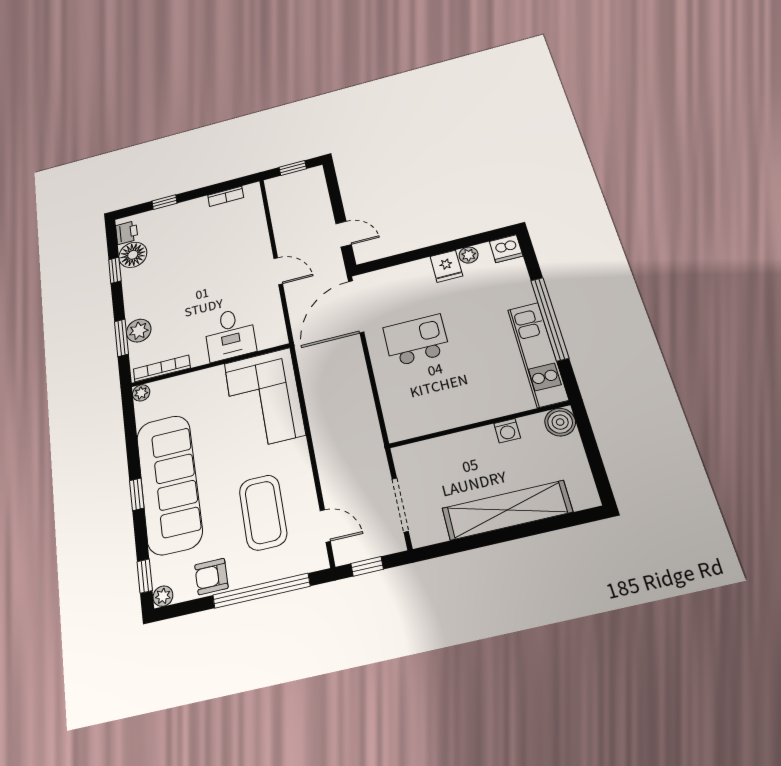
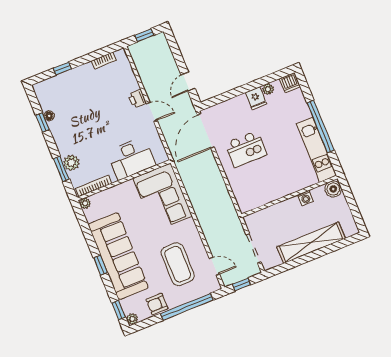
printer: (127, 232) -> (137, 99), moved, turned 180
door: (344, 234) -> (188, 82), swing flipped
floor lamp: (133, 255) -> (49, 116), width x0.53, depth x0.53
desk: (230, 334) -> (131, 158), width x1.37
kitchen island: (416, 340) -> (246, 149), turned 180

